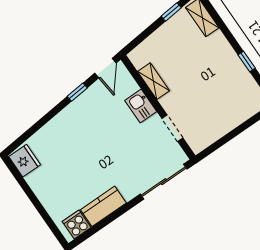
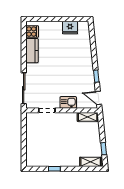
shelving: (154, 81) -> (88, 117), moved
fridge: (25, 161) -> (70, 28), moved

